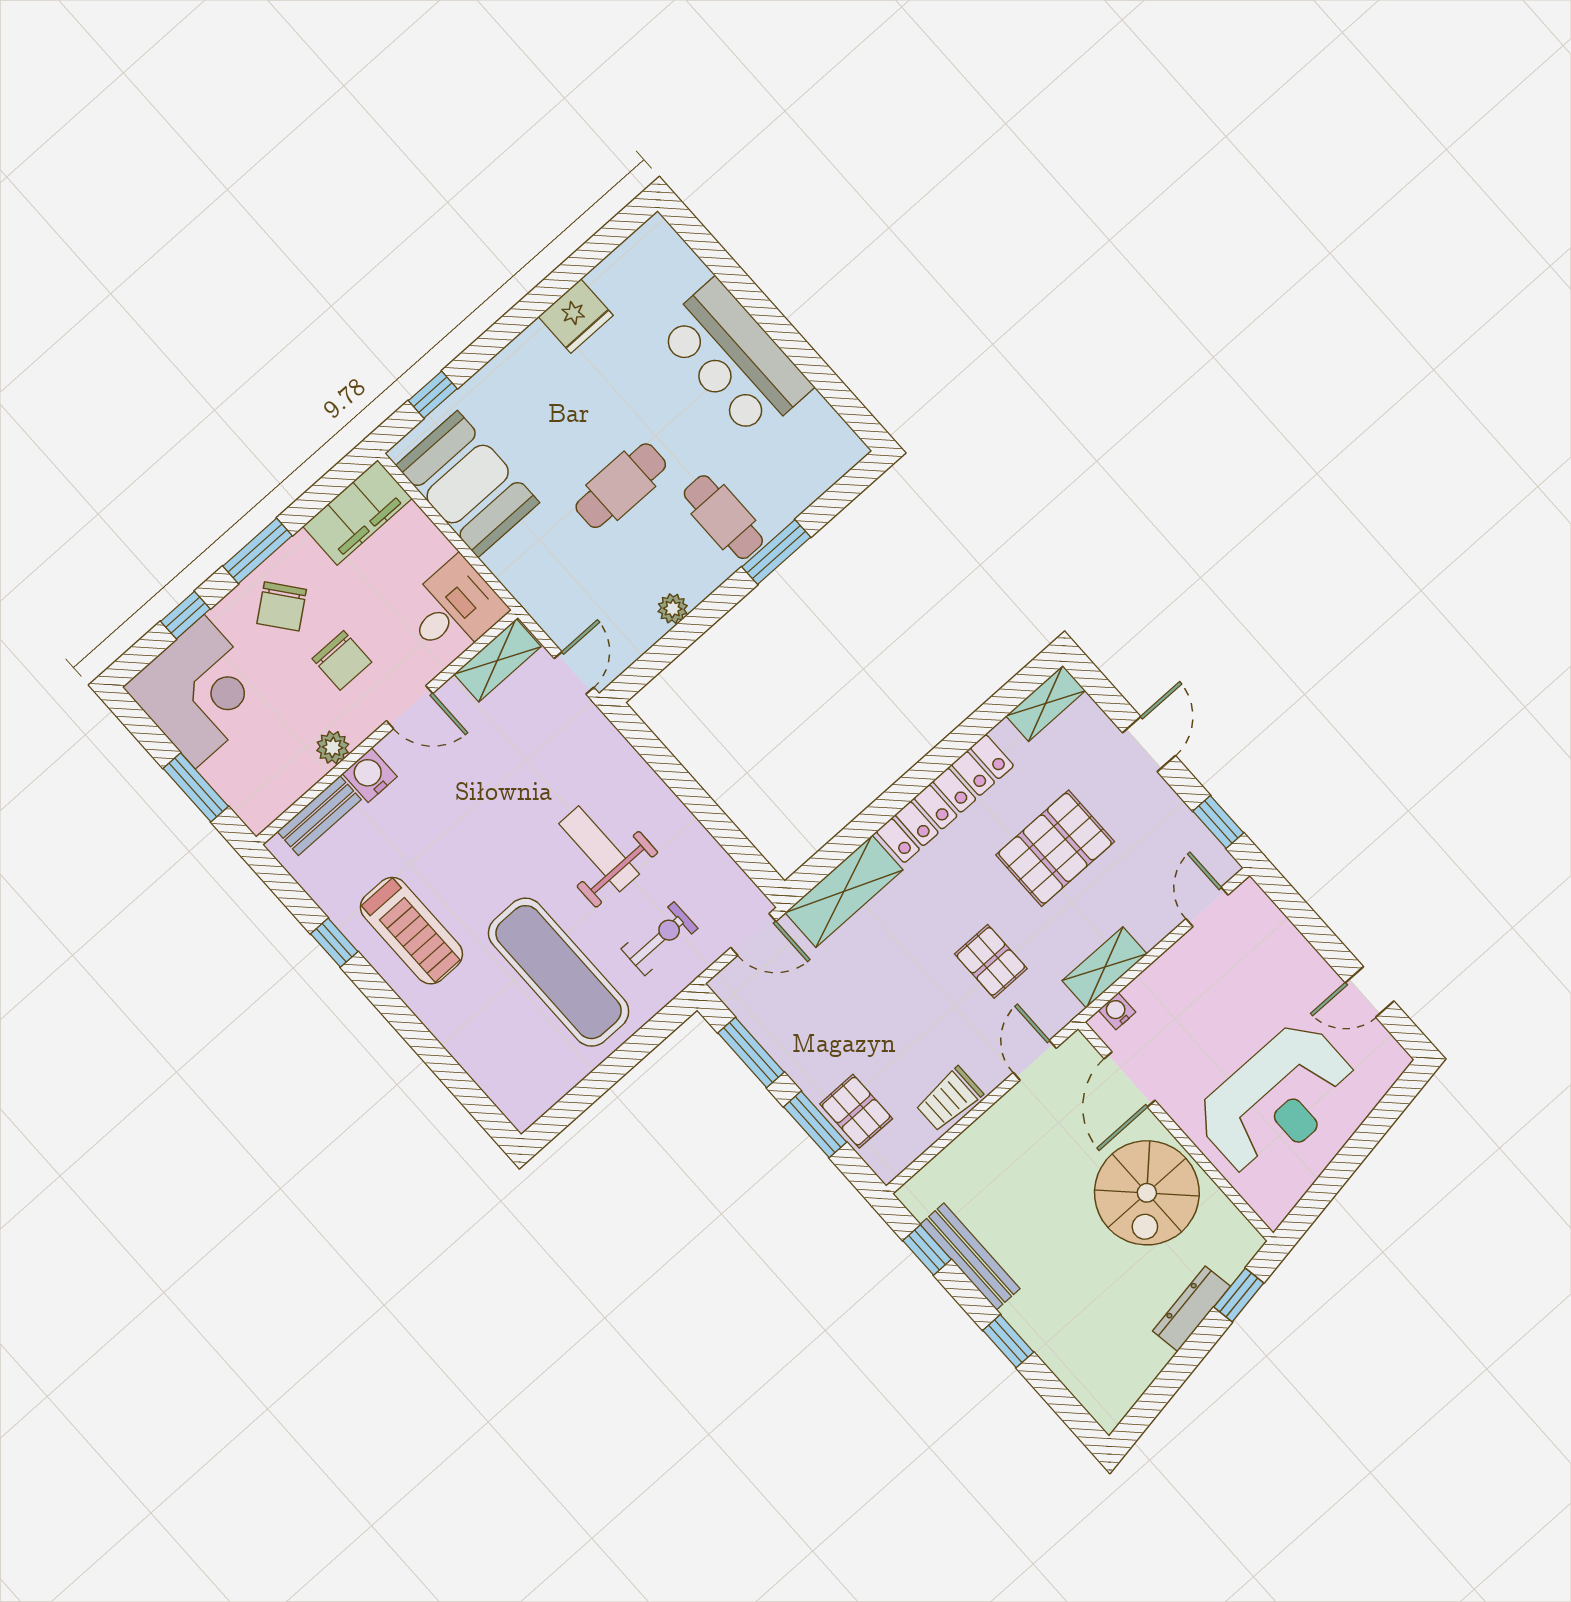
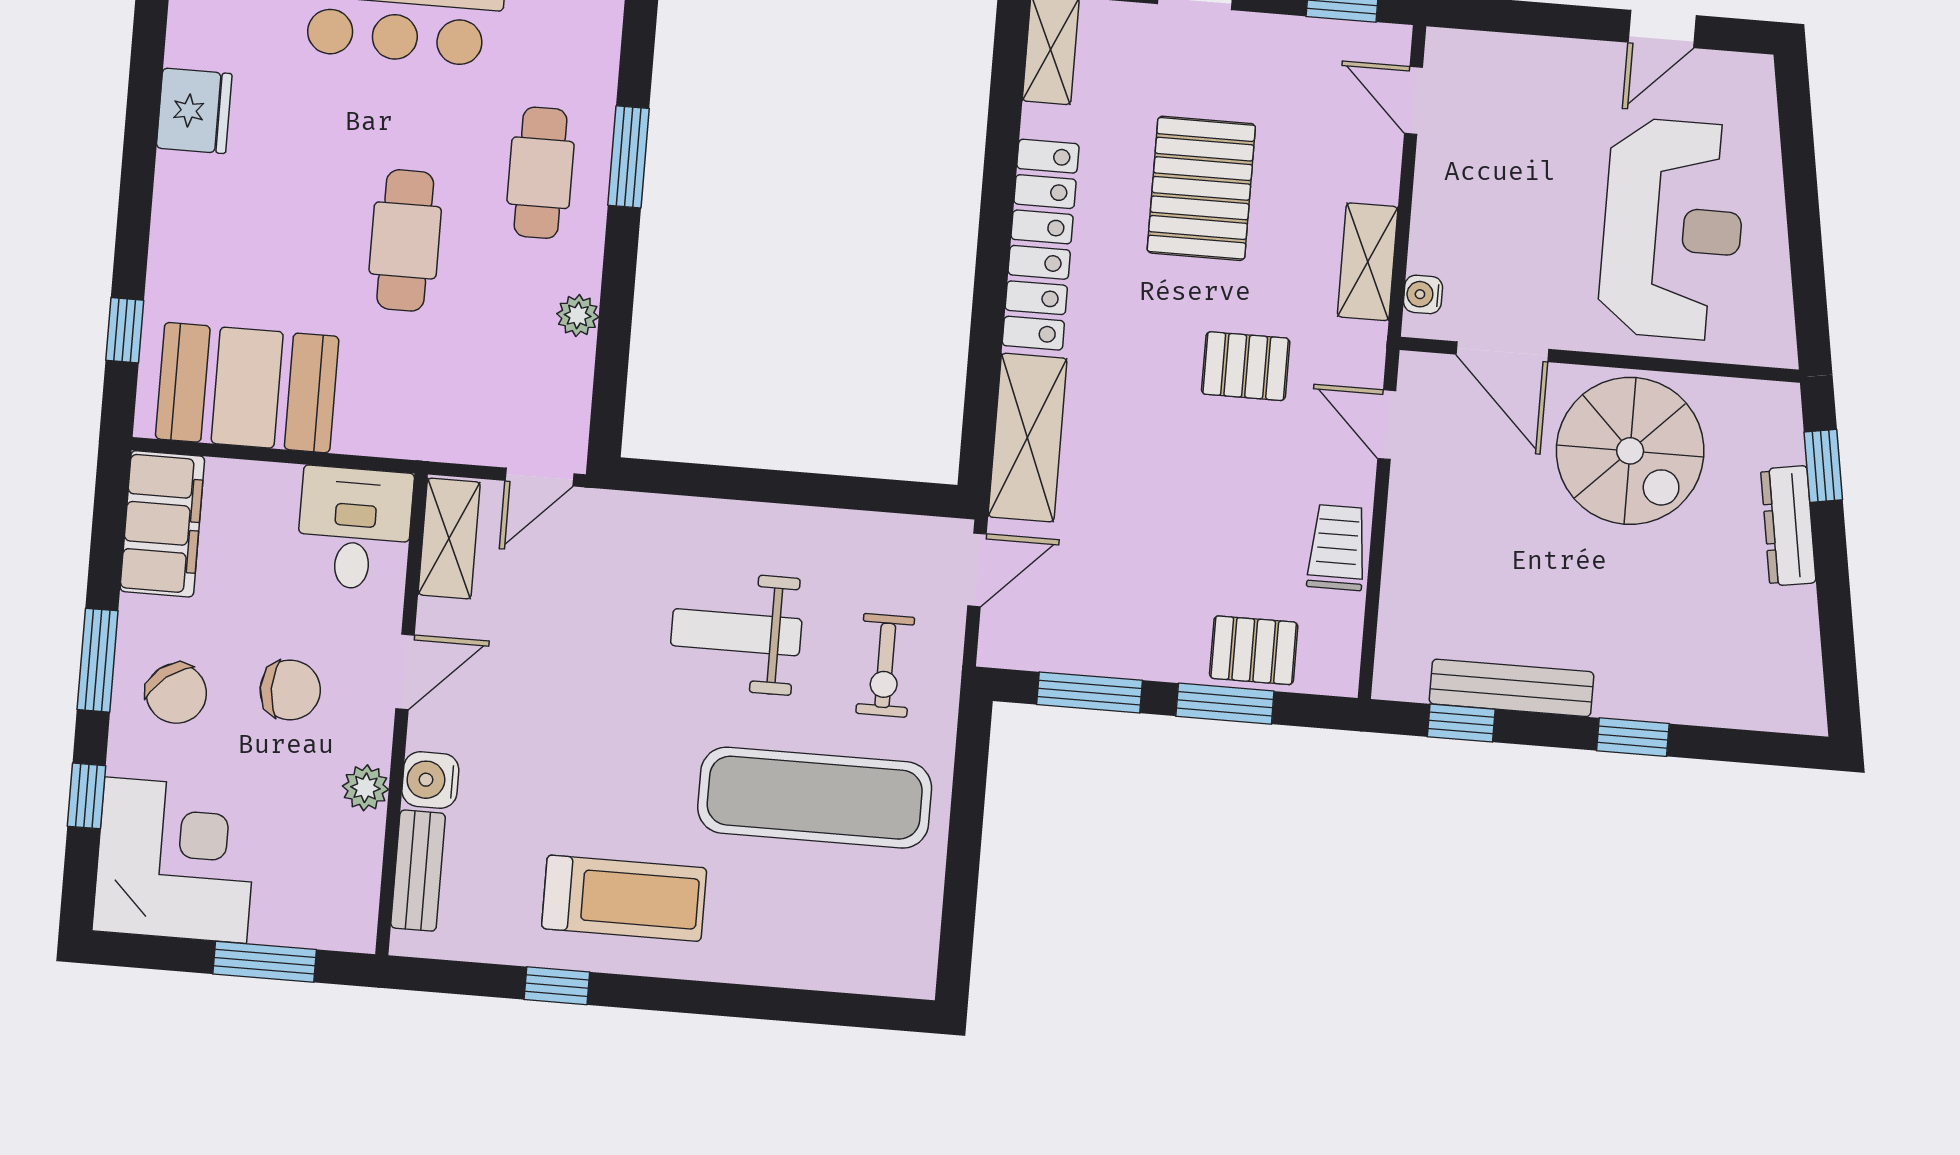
cafe table: (723, 517) -> (541, 173), turned 90
door: (574, 673) -> (540, 477), swing flipped
exercise bike: (659, 939) -> (885, 665), turned 180
trolley: (949, 1099) -> (1337, 547), turned 180

